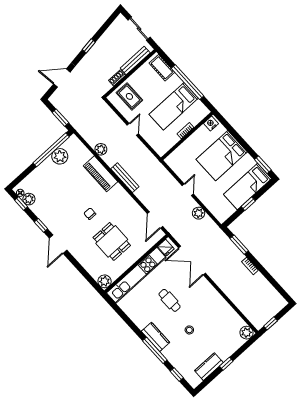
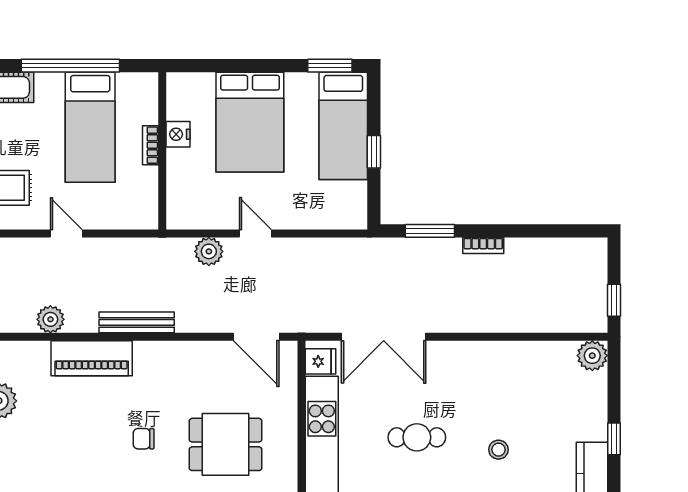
nightstand: (211, 123) -> (178, 134), moved
plant: (199, 213) -> (209, 251), moved

